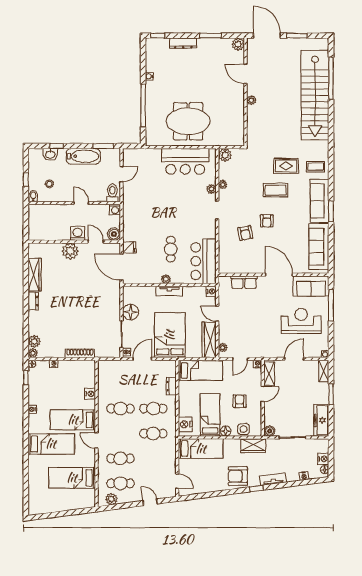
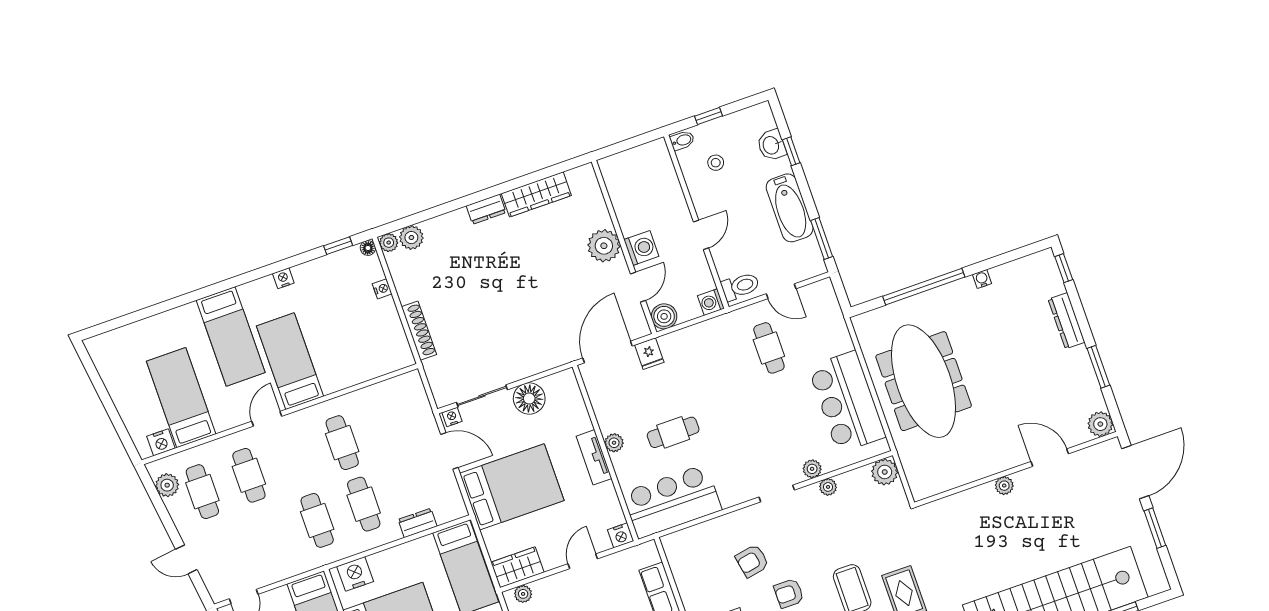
door: (246, 74) -> (1050, 458), hinge flipped
meeting table: (188, 121) -> (924, 381), width x1.36
cafe table: (147, 189) -> (769, 348), added
wardrobe: (209, 340) -> (517, 567), width x0.67
nightstand: (90, 394) -> (161, 442), moved
door: (150, 502) -> (186, 559), swing flipped

